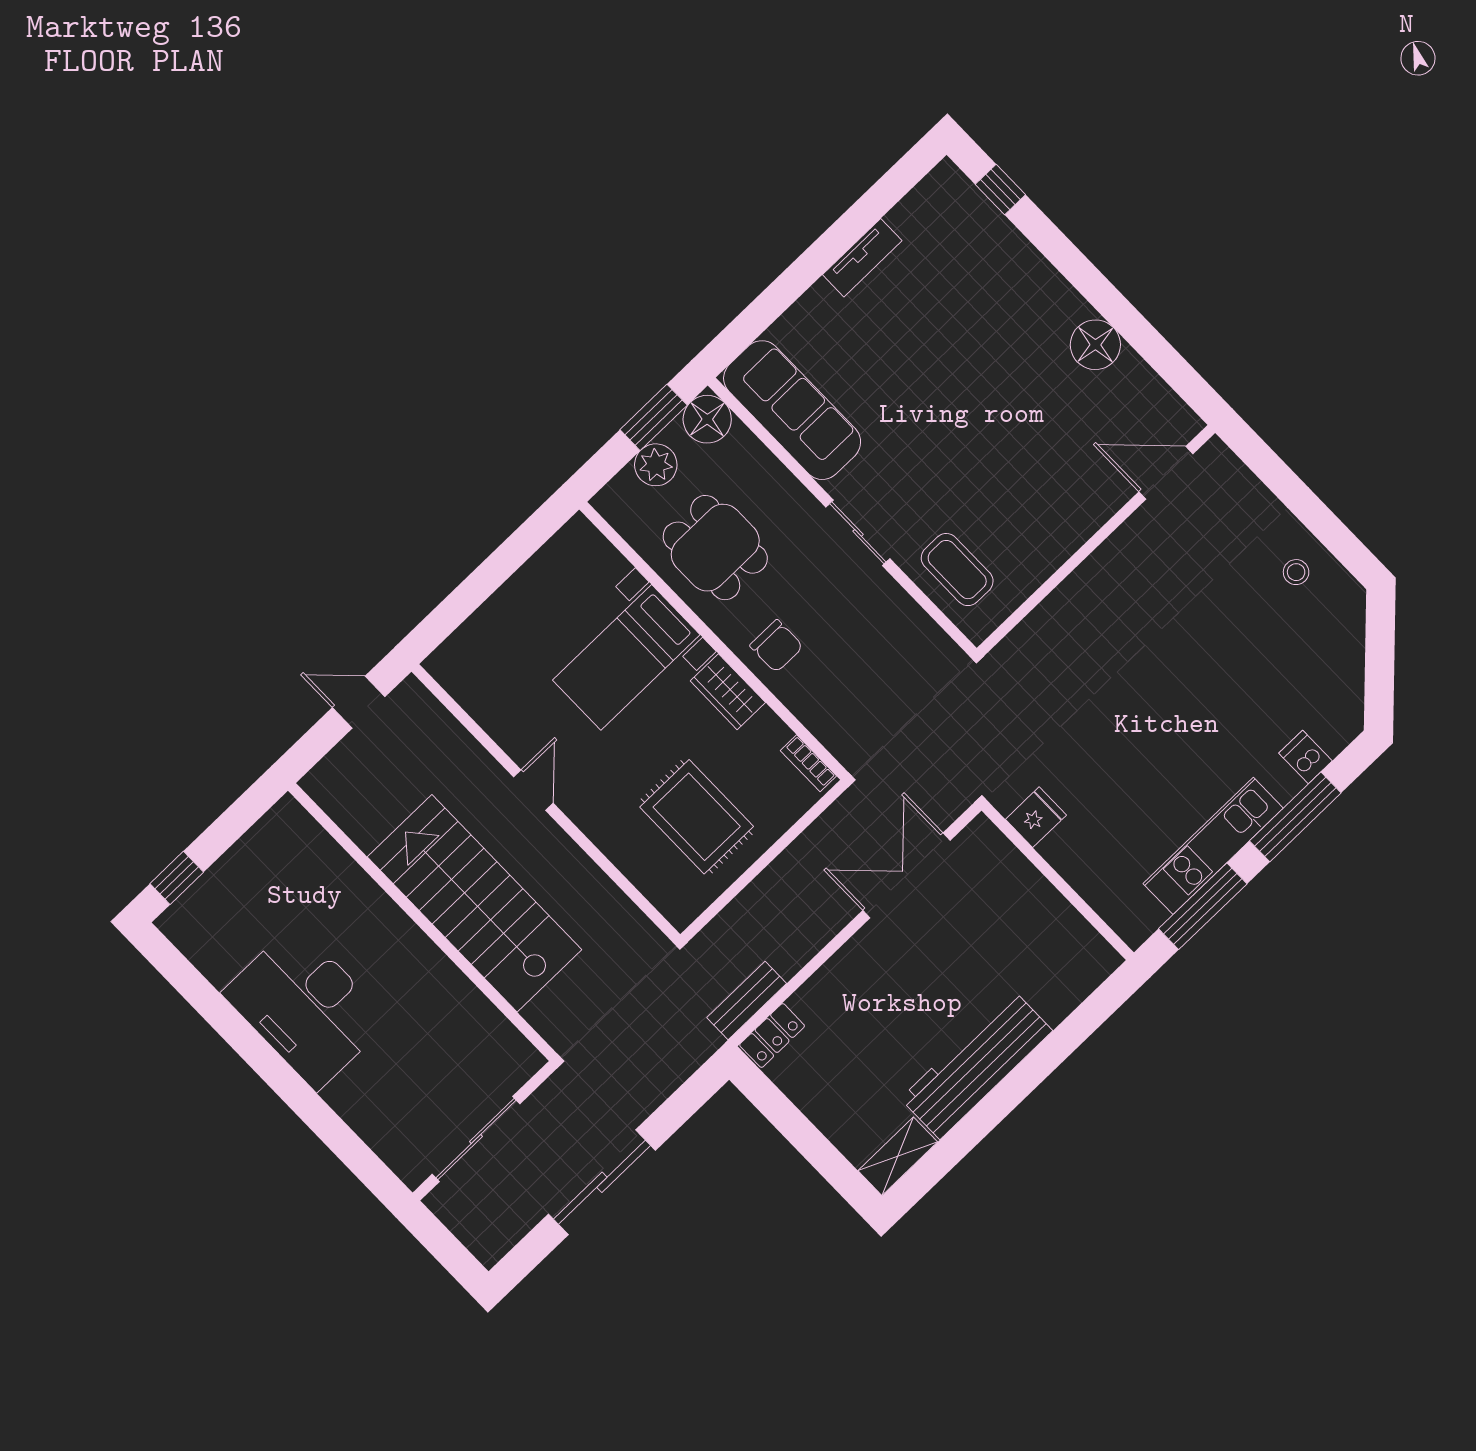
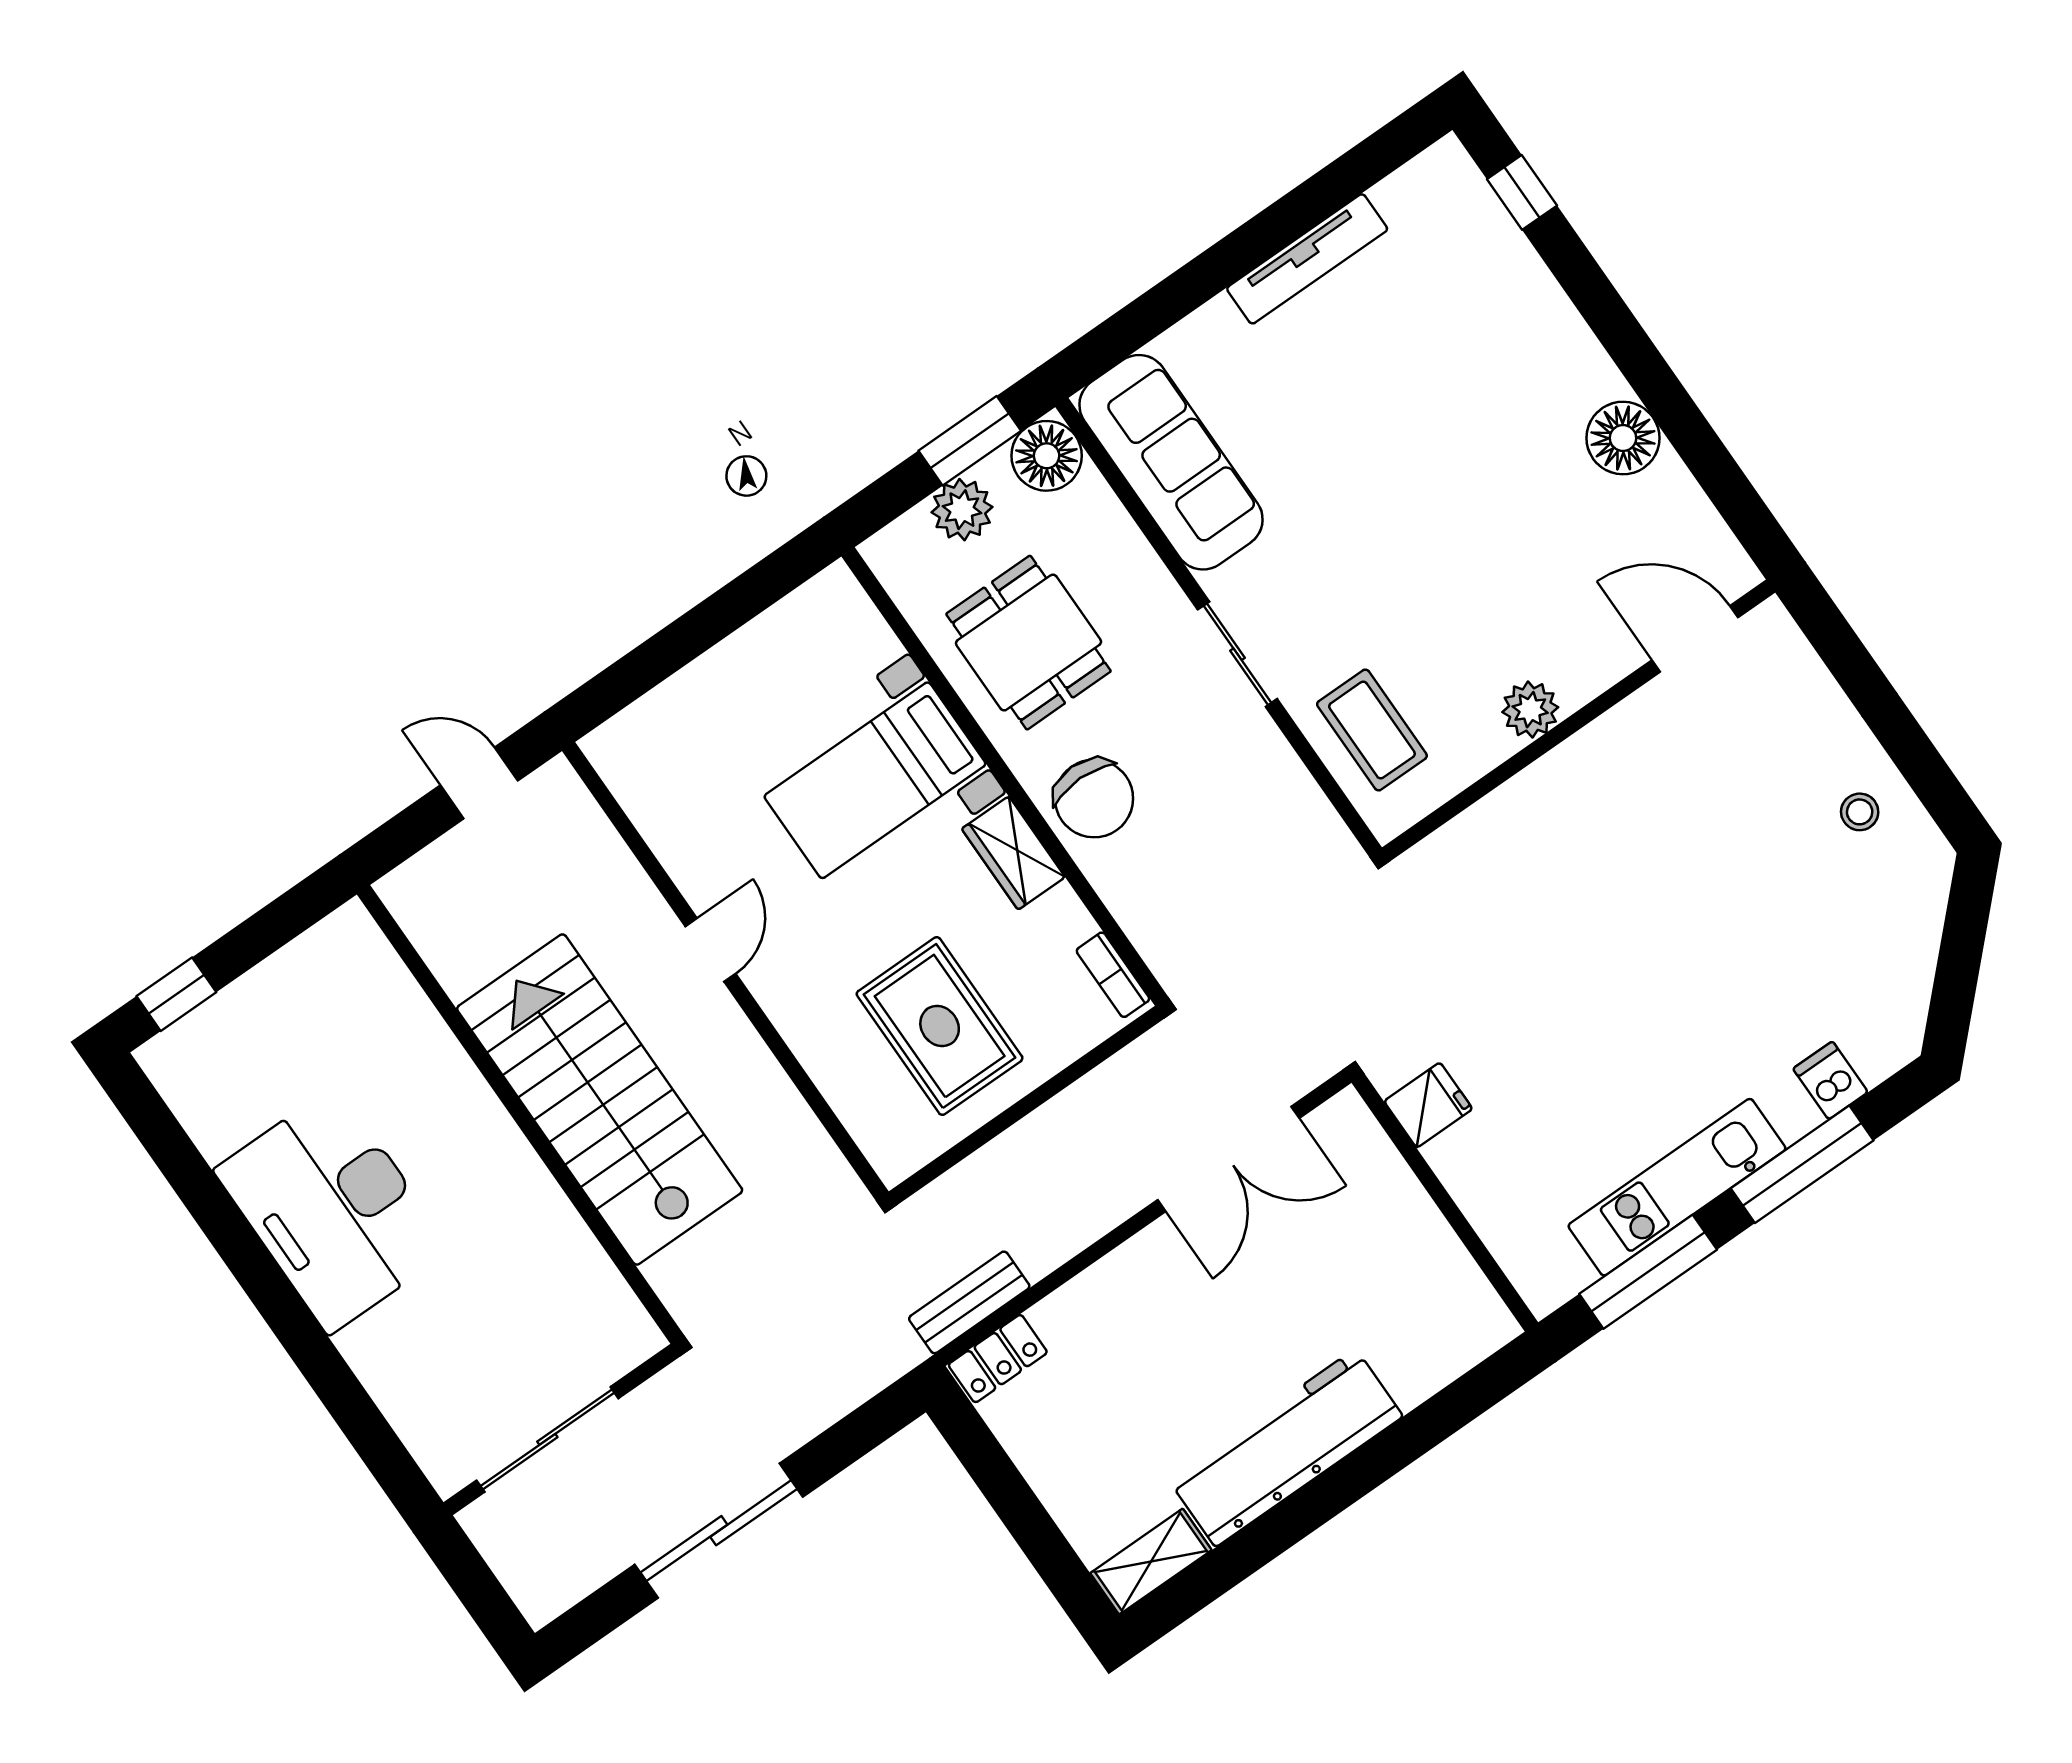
tv unit: (862, 258) -> (1307, 259), width x1.41
plant: (1062, 539) -> (1530, 710), added
chair: (776, 646) -> (1094, 799), width x1.37, depth x1.37
double door: (907, 875) -> (1228, 1159), swing flipped

